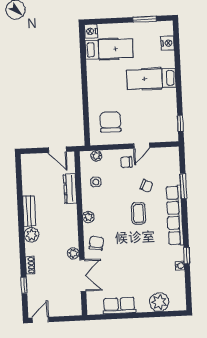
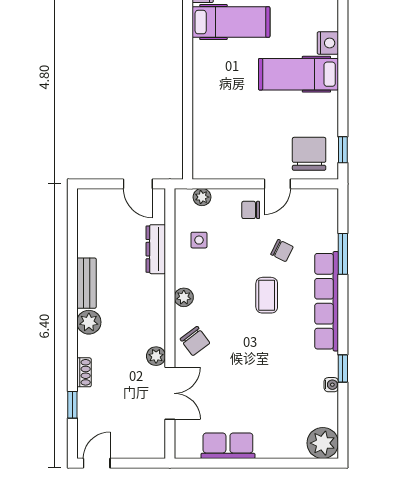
nightstand: (168, 43) -> (328, 43), moved
chair: (110, 122) -> (309, 154), moved
chair: (96, 243) -> (195, 341), turned 132
plant: (159, 302) -> (323, 443), moved

